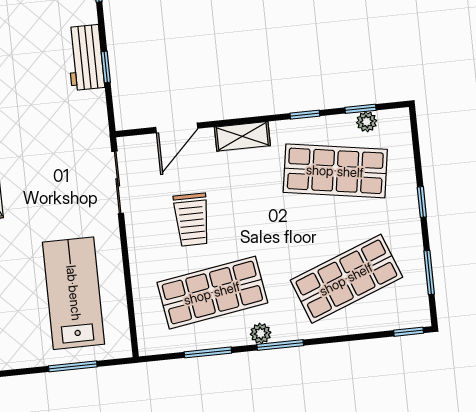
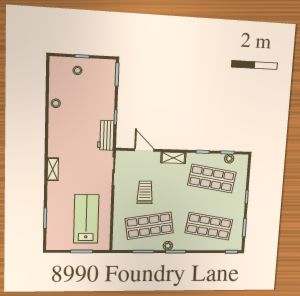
workbench: (85, 58) -> (106, 135), moved
door: (177, 128) -> (144, 150), swing flipped
trolley: (192, 220) -> (145, 192), turned 180
shop shelf: (346, 279) -> (209, 226), turned 30

